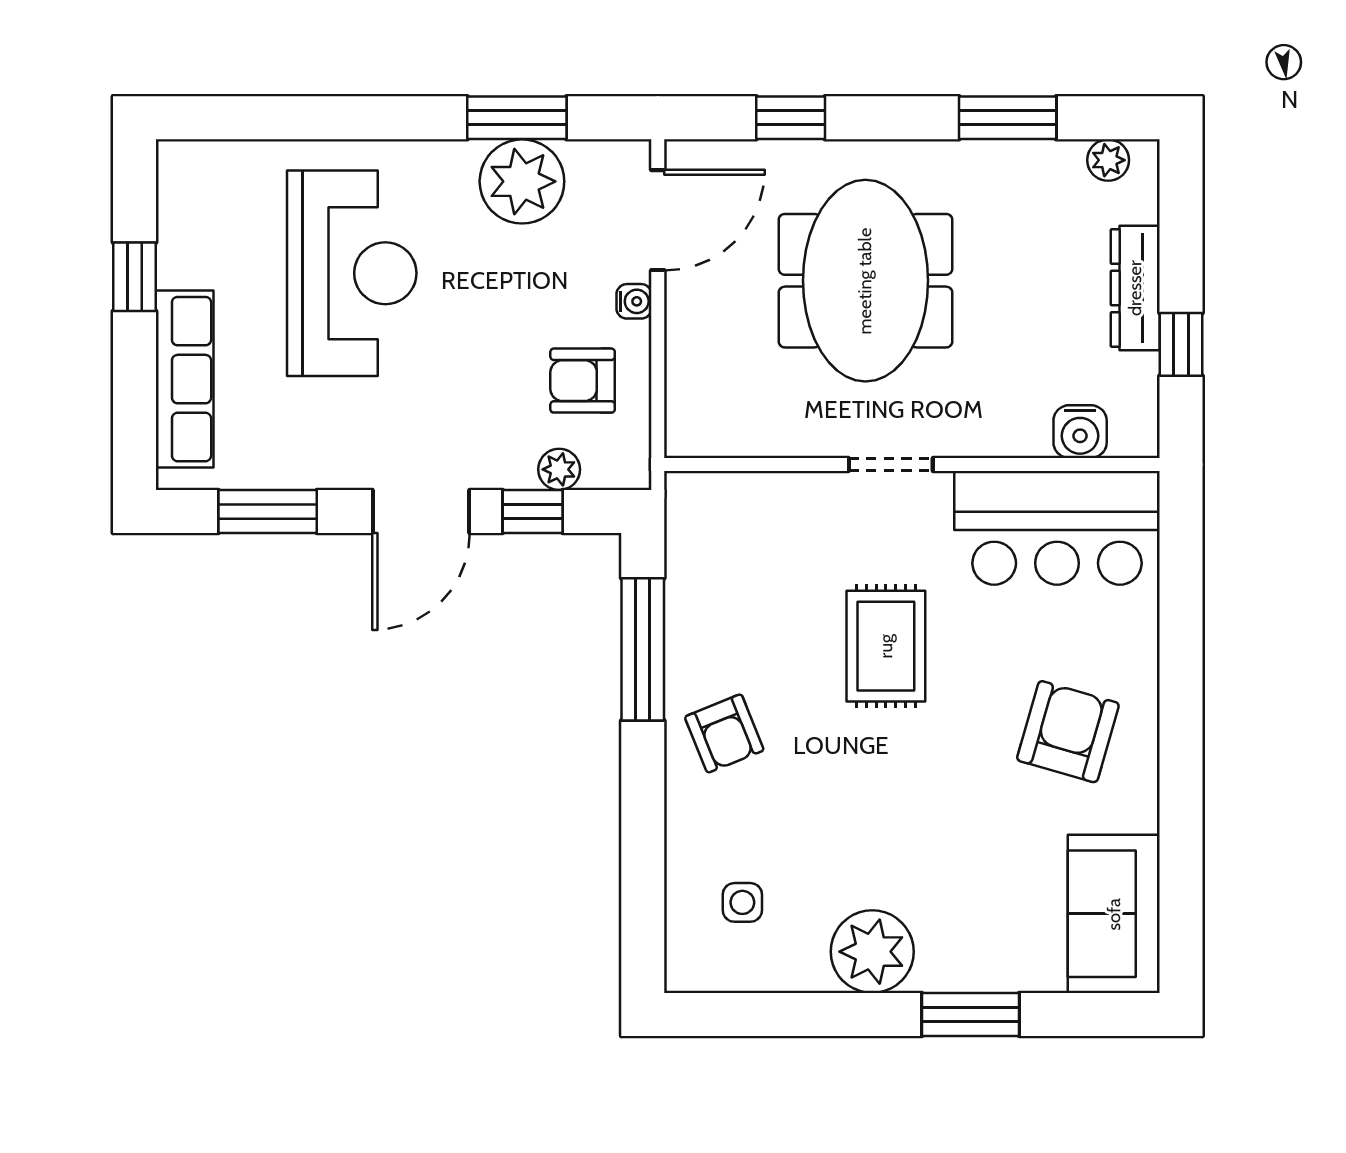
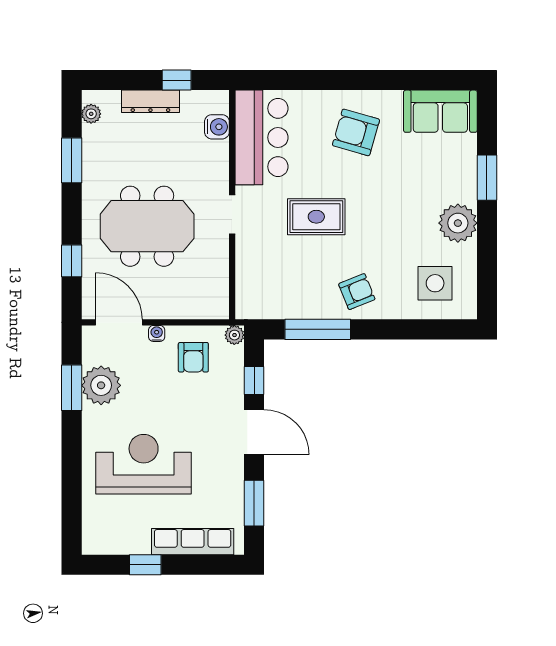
plant: (559, 469) -> (234, 335), moved
side table: (742, 902) -> (435, 283), width x1.87, depth x1.87

